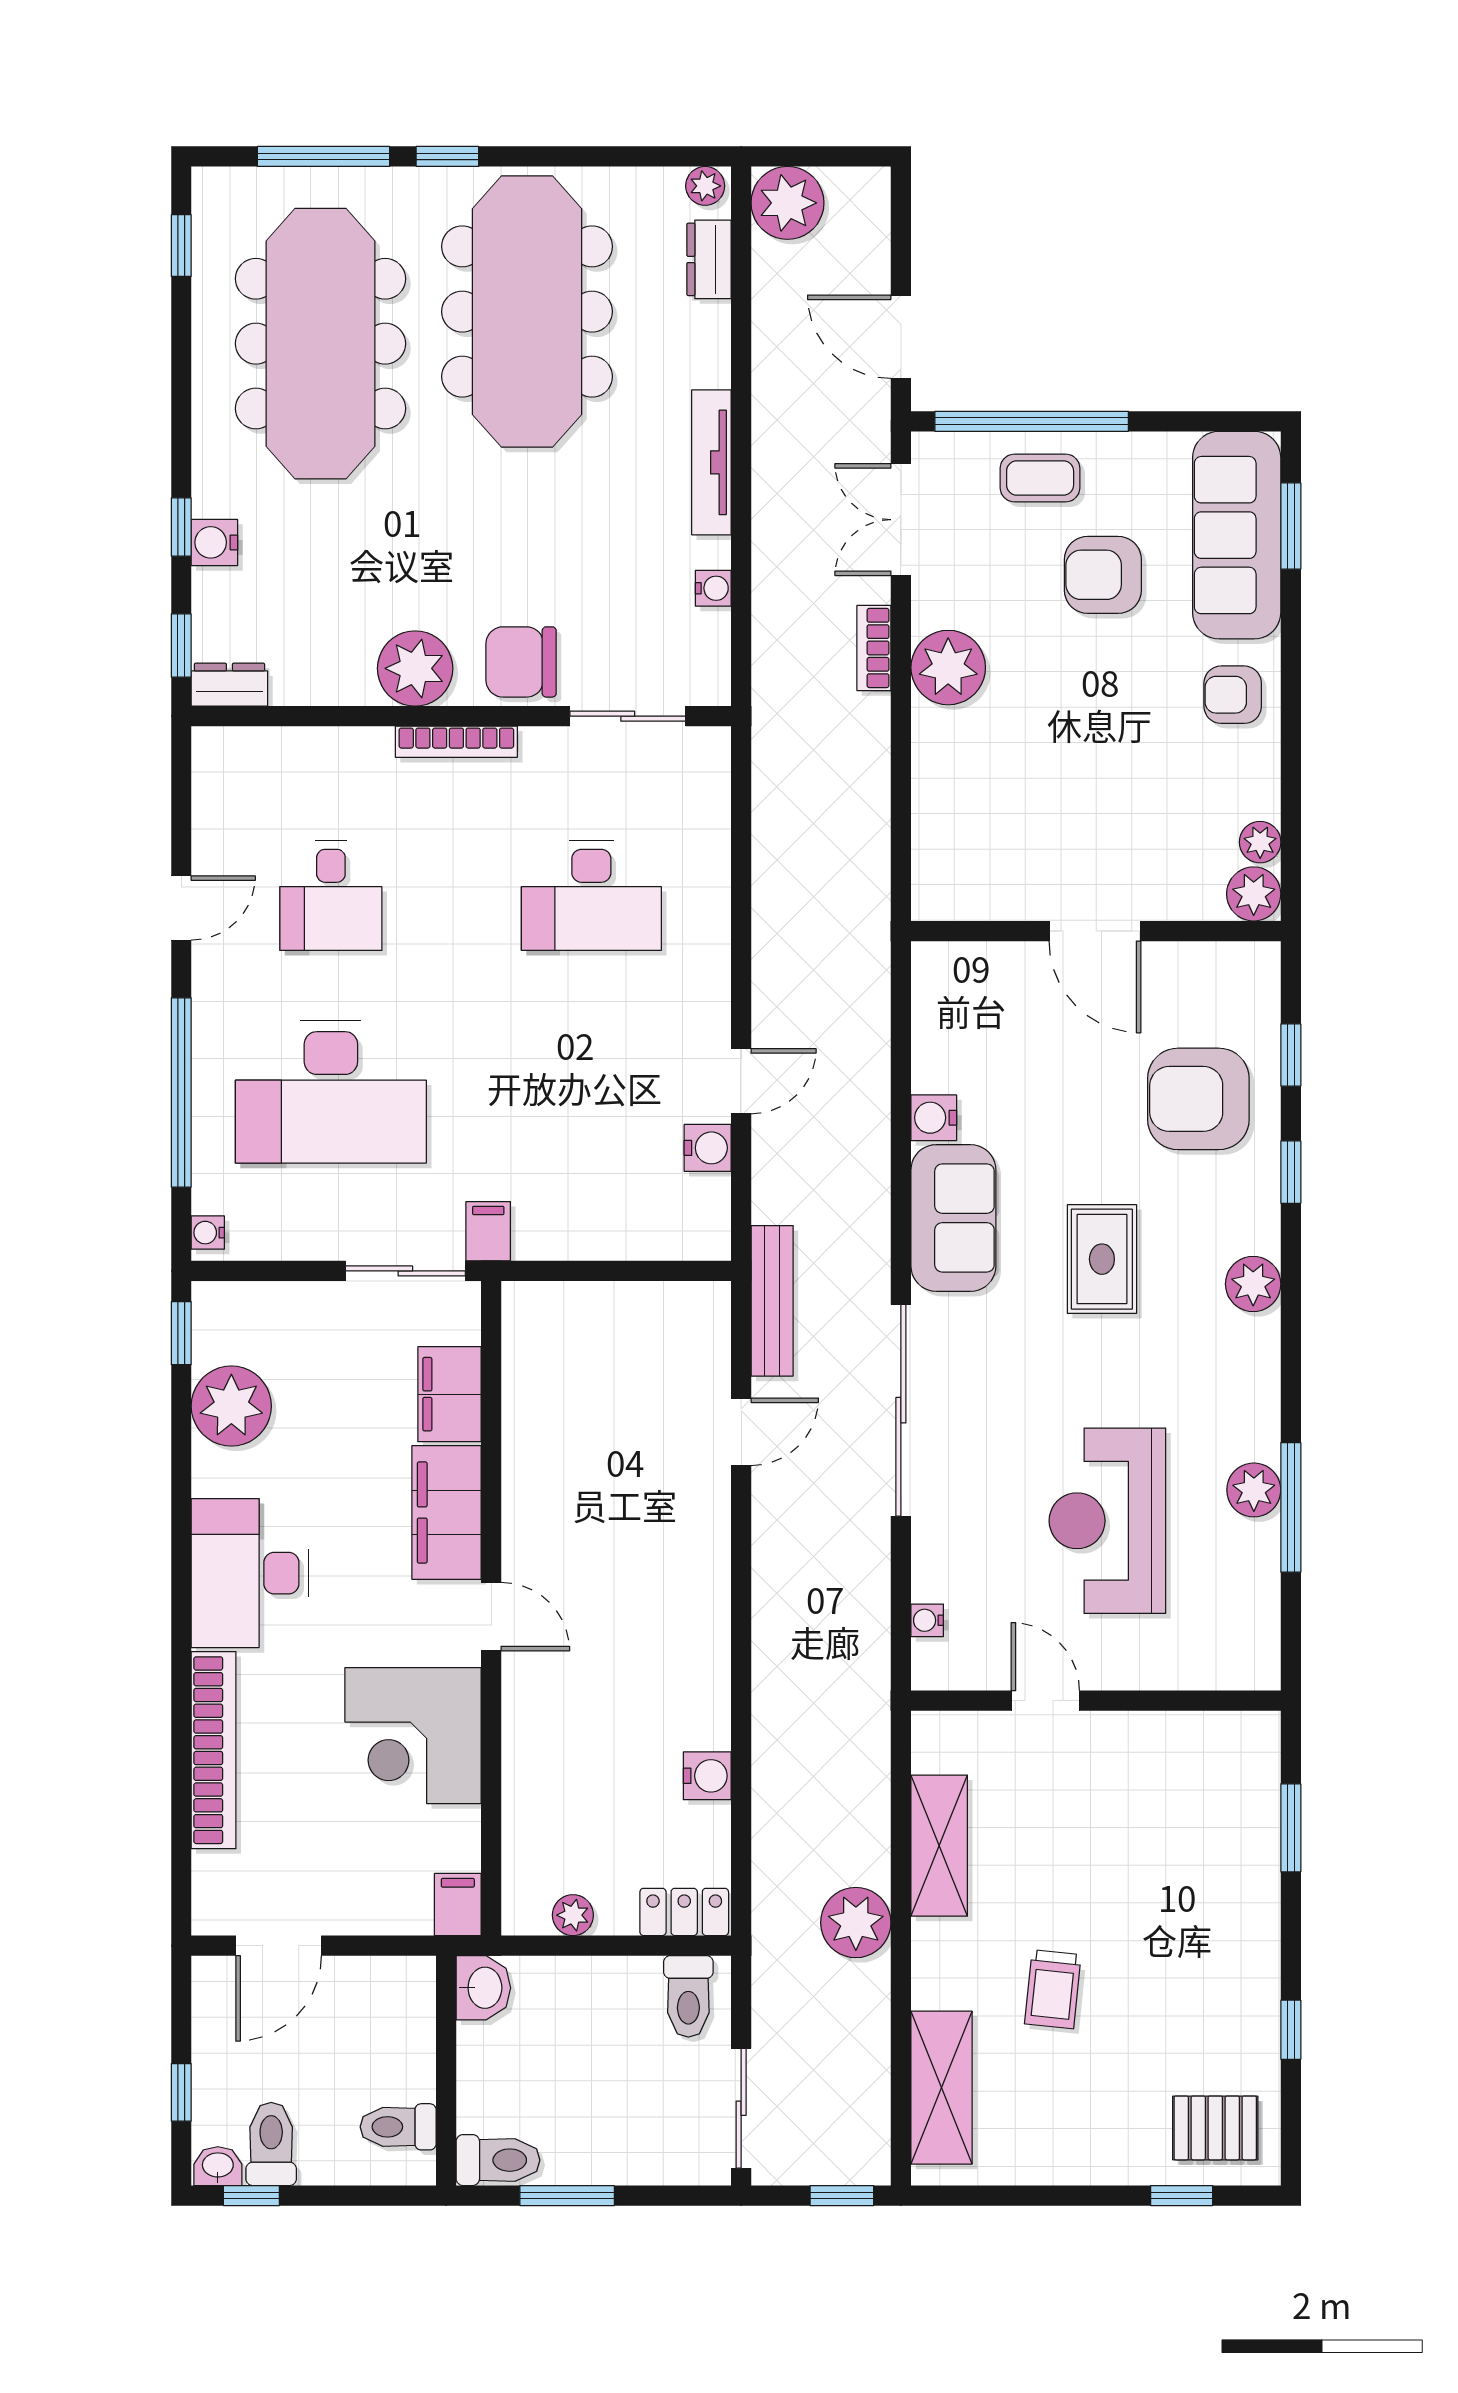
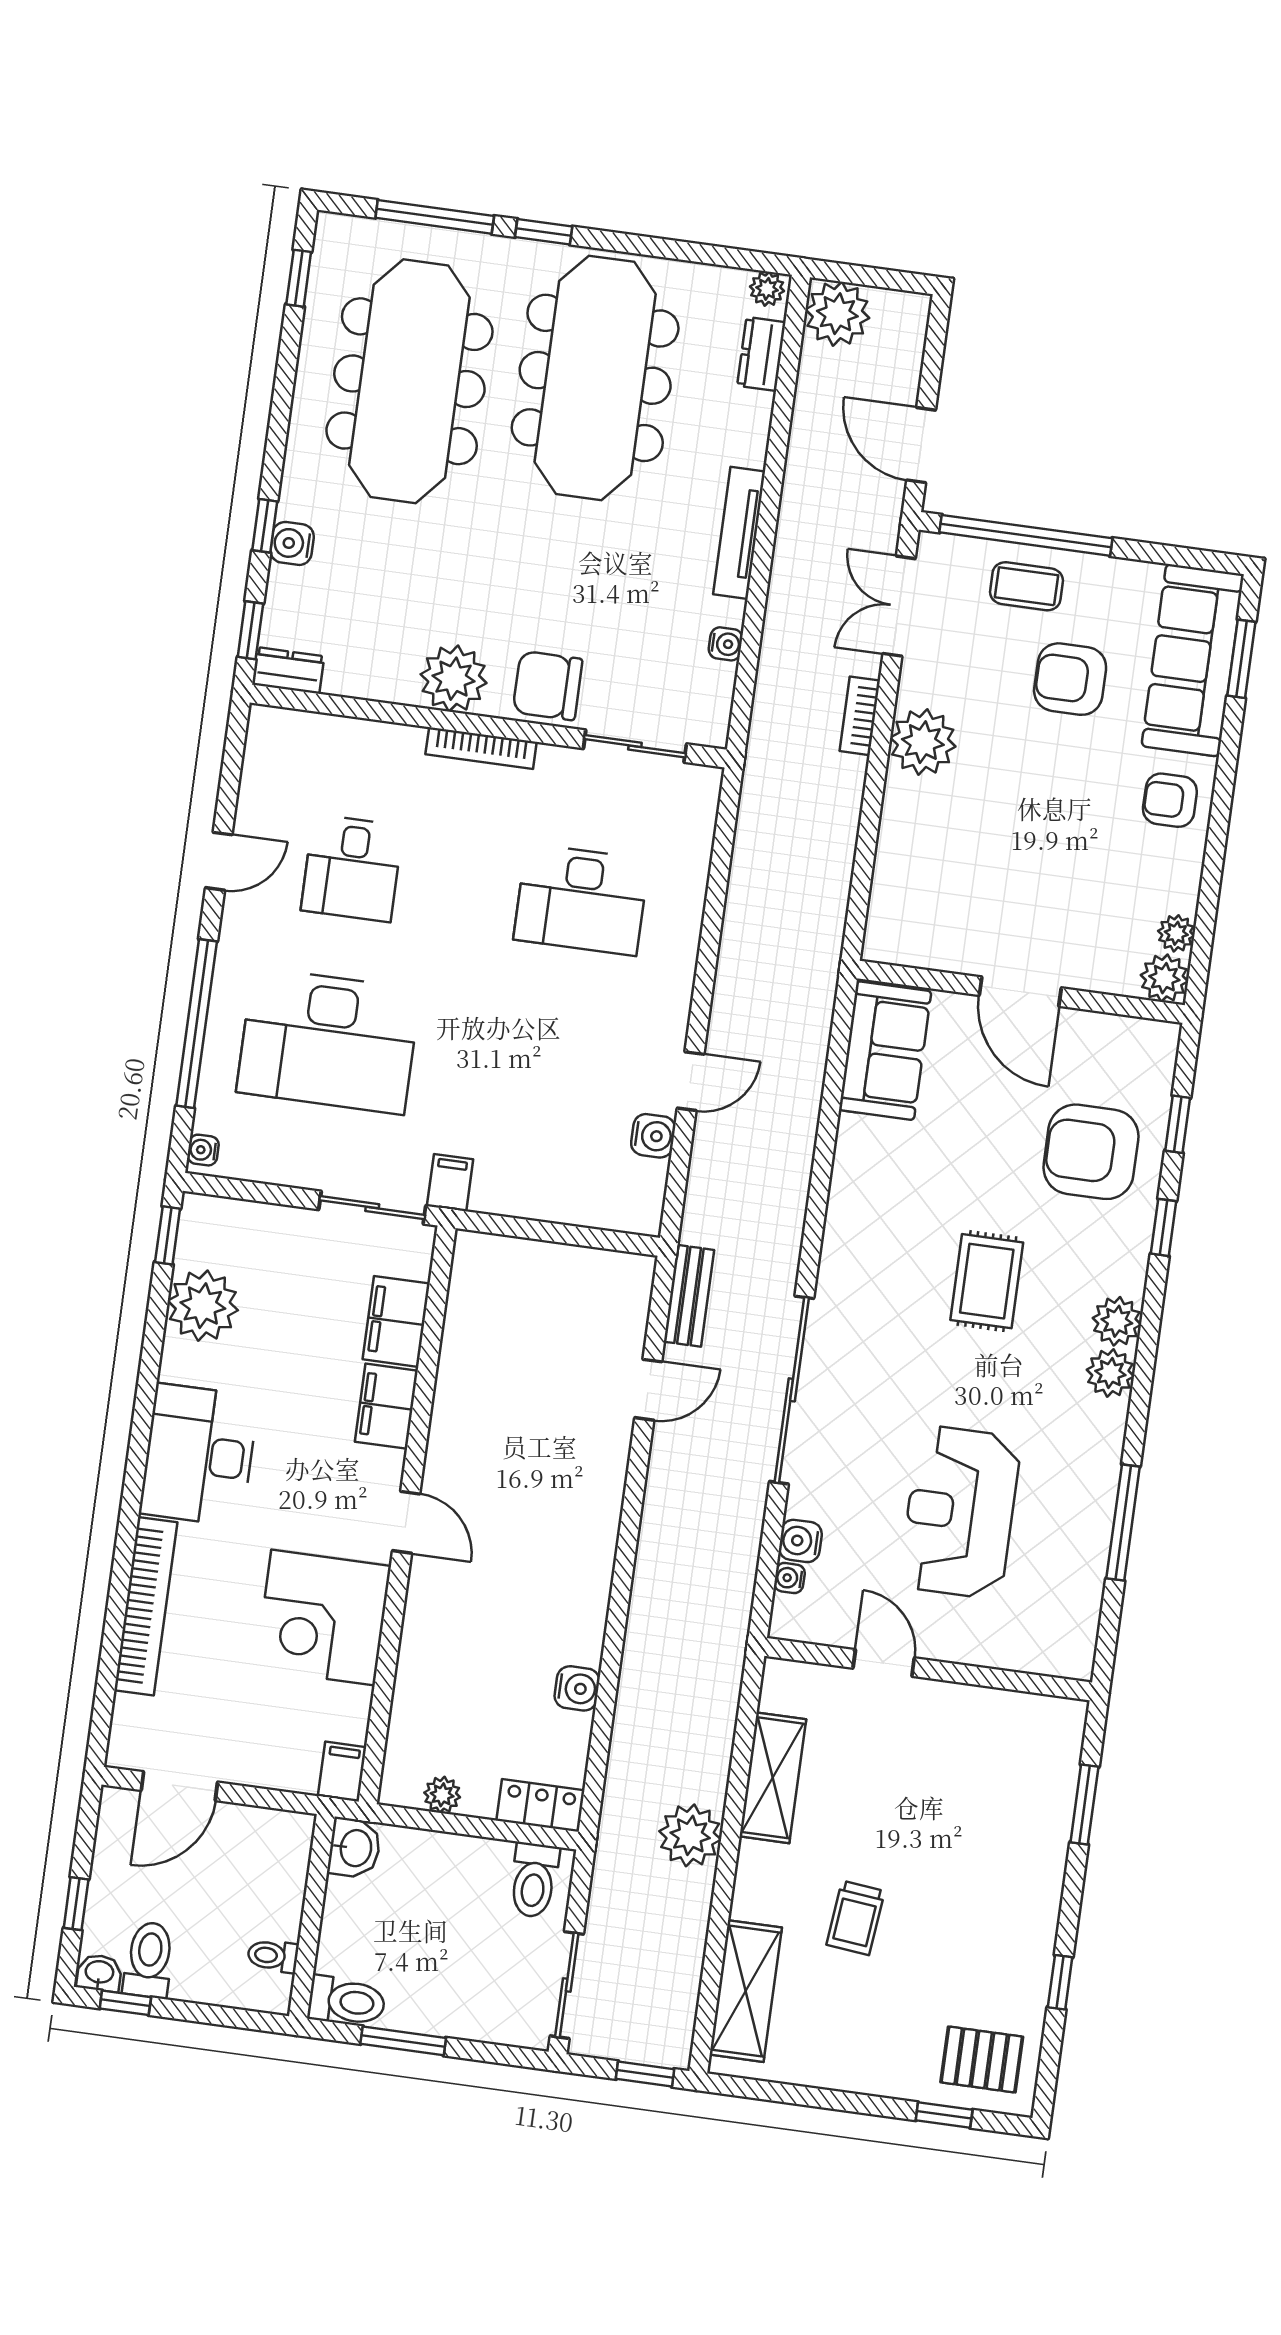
water cooler: (934, 1118) -> (800, 1541), moved
sofa: (953, 1218) -> (885, 1051), moved
bench: (772, 1301) -> (689, 1296), width x0.73
plant: (1254, 1490) -> (1110, 1373), moved
filing cabinet: (446, 1513) -> (386, 1406), width x0.67, depth x0.86
toilet: (398, 2127) -> (273, 1956), width x0.73, depth x0.72

